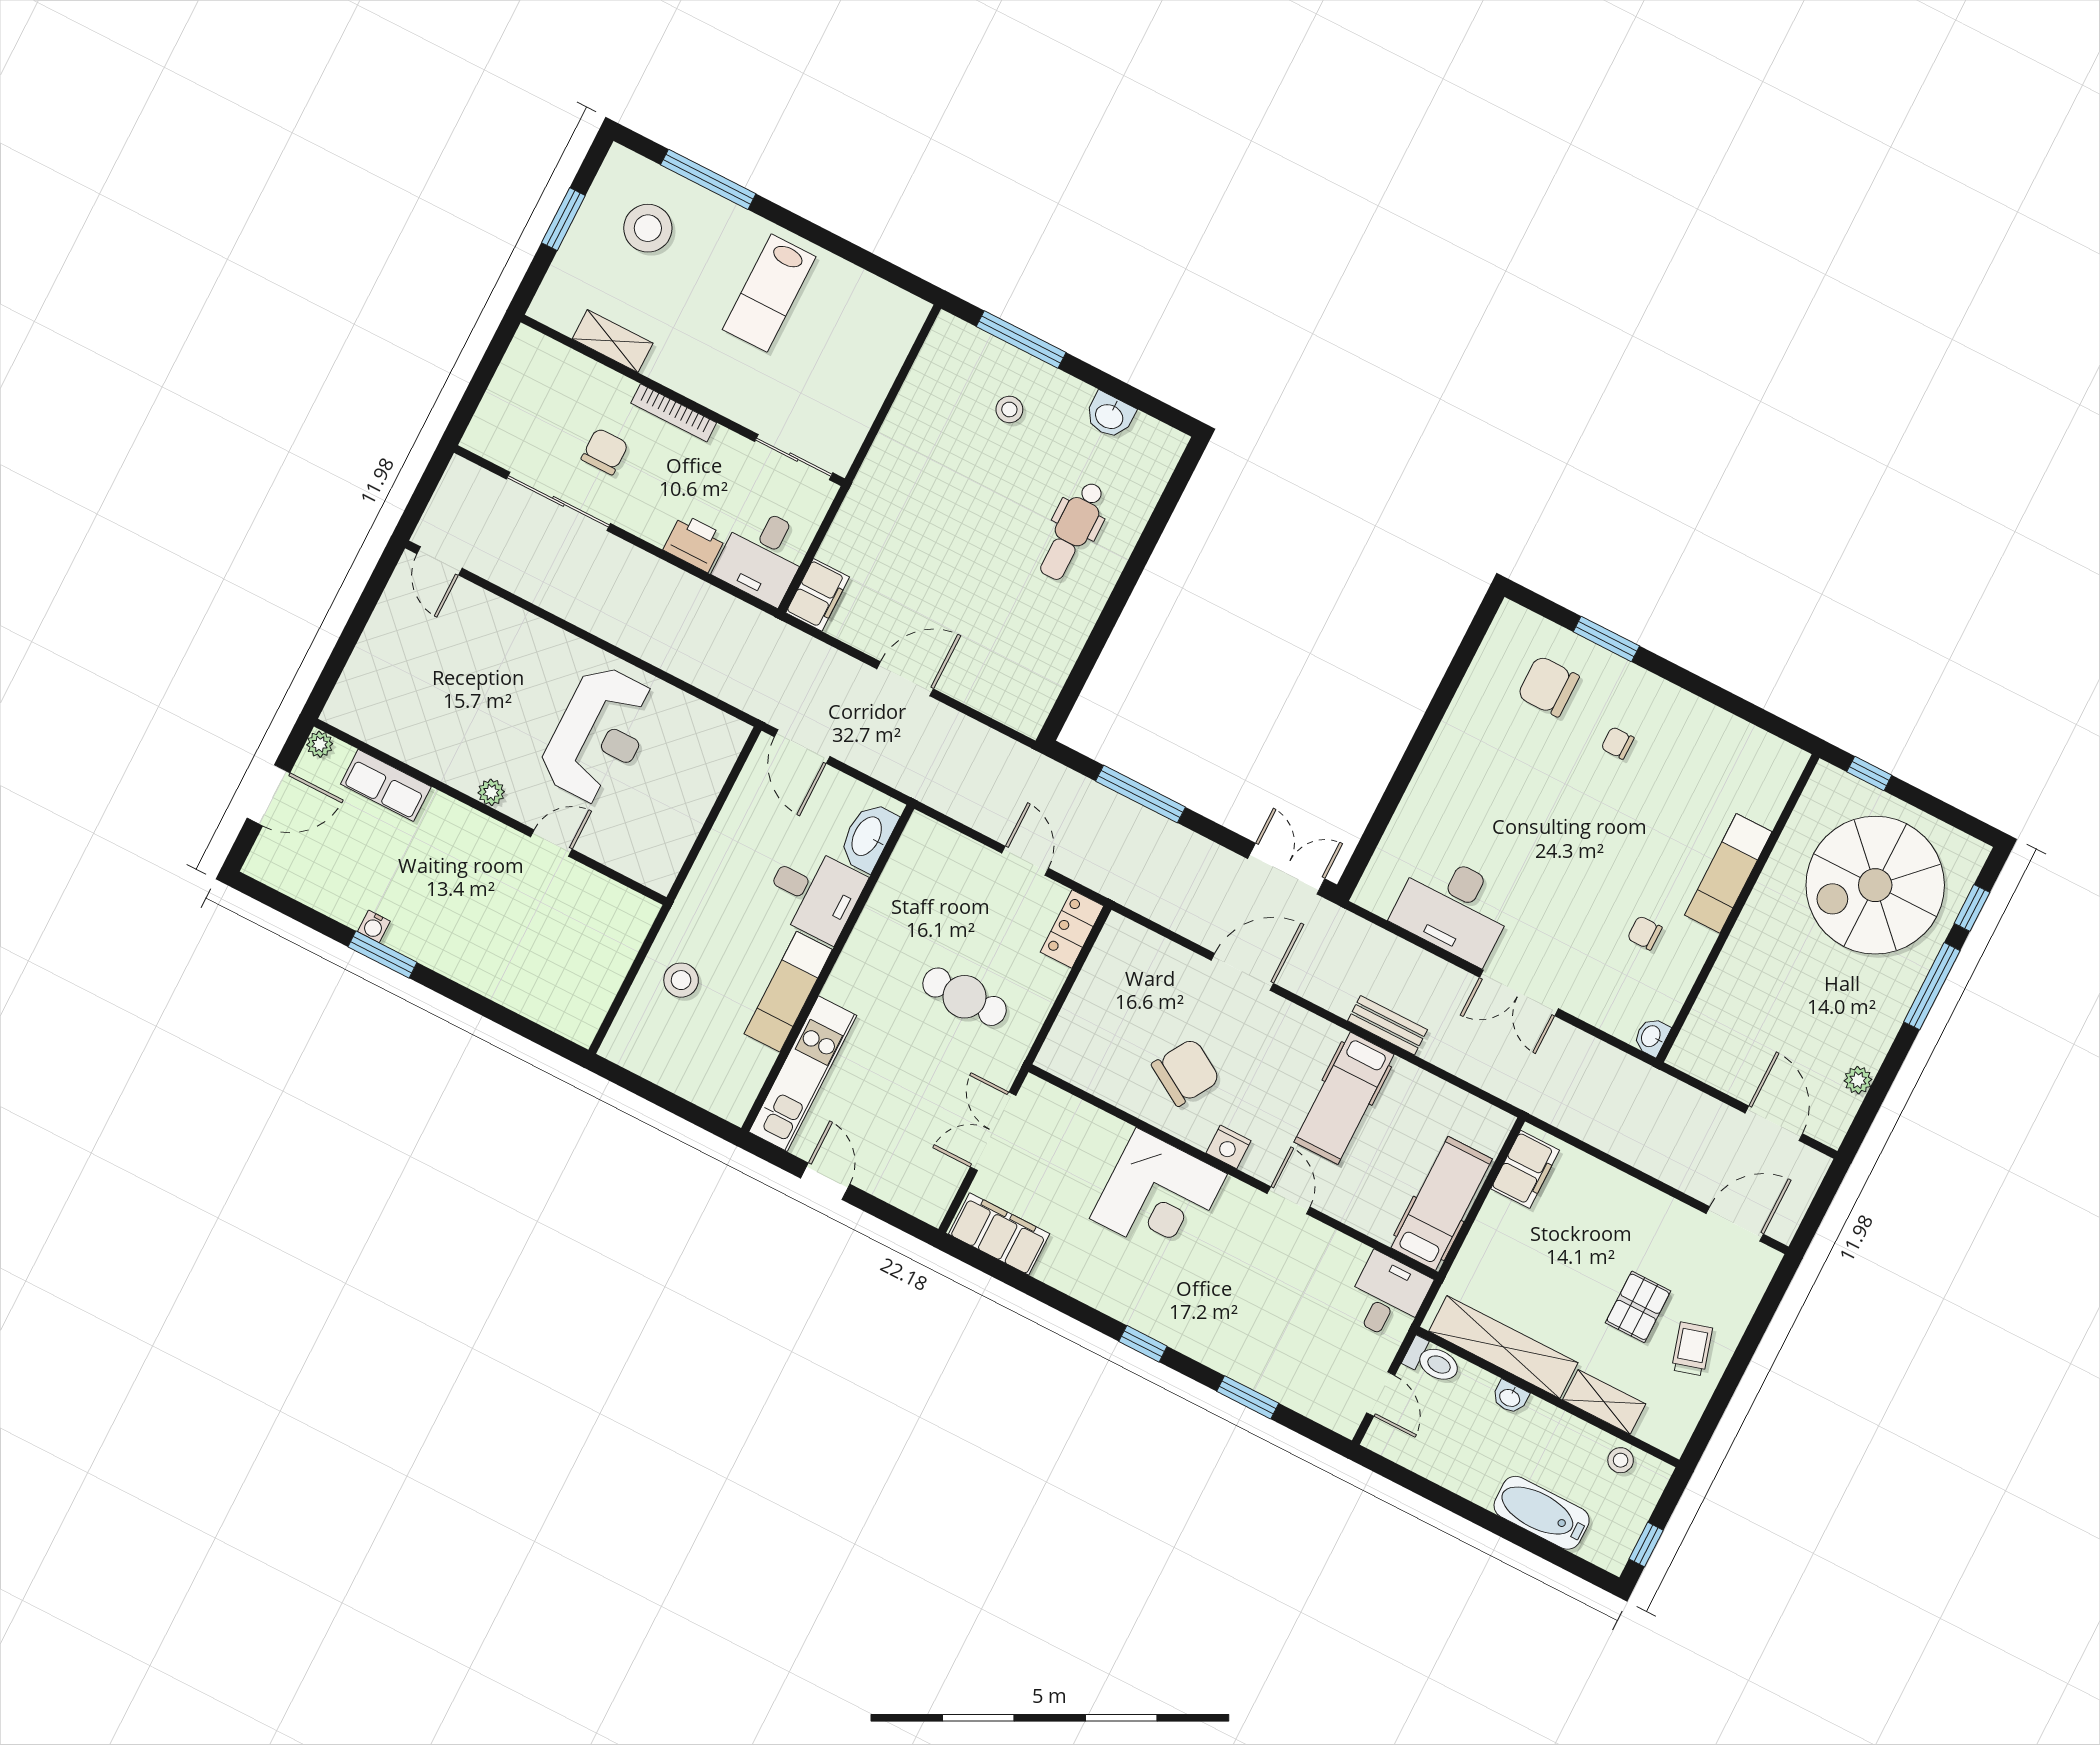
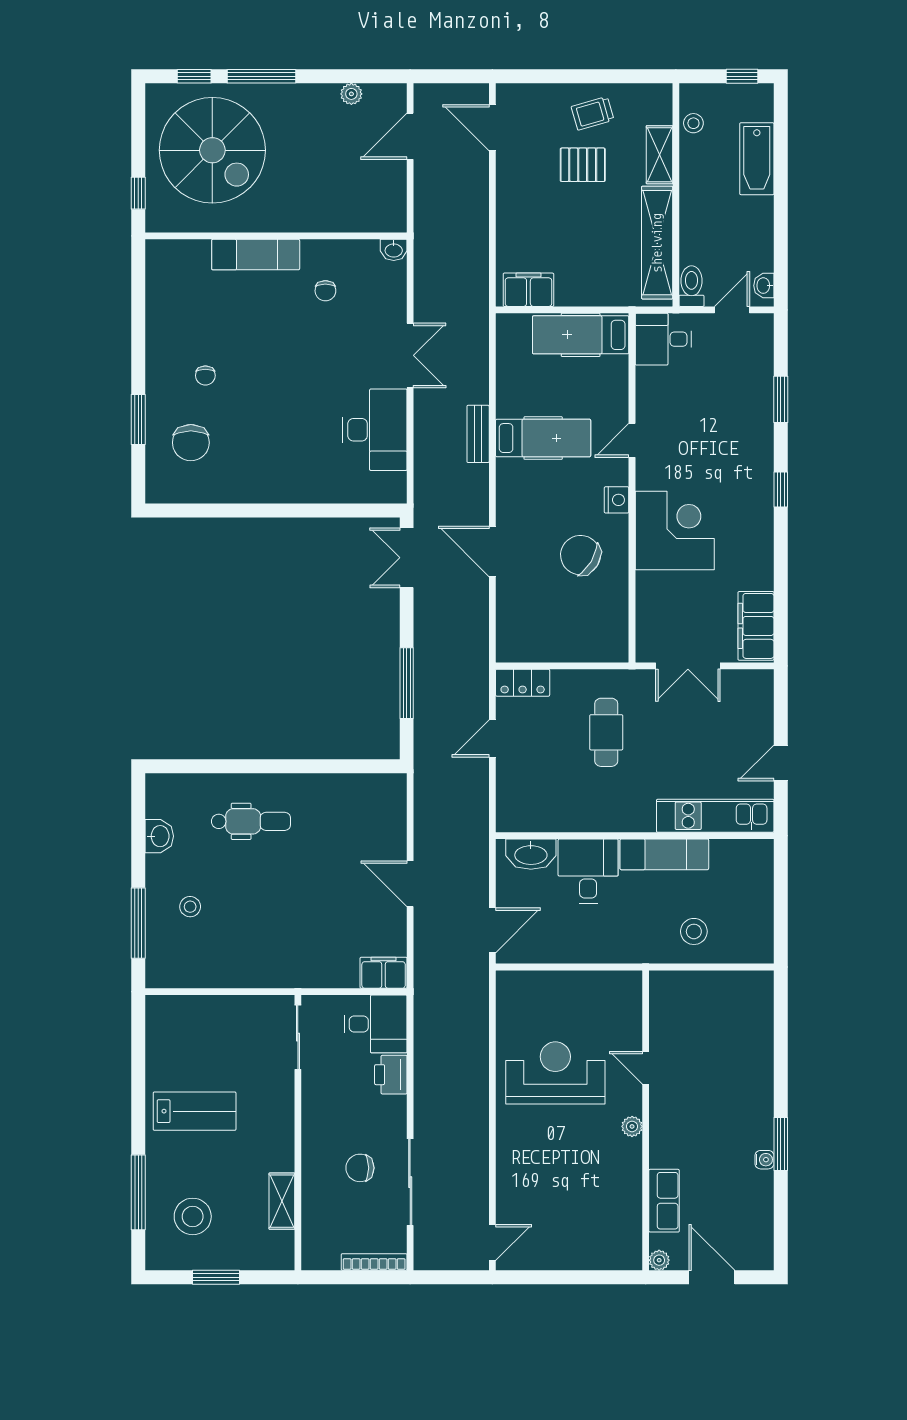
bookcase: (674, 413) -> (374, 1262), moved, turned -90
washbasin: (1510, 1397) -> (764, 286), moved, turned 180

